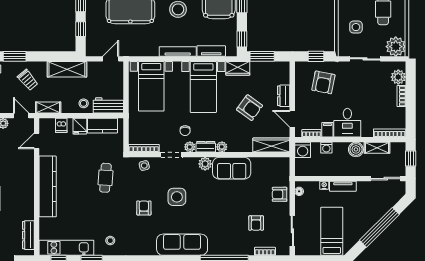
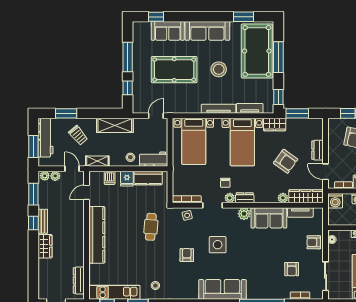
plant: (222, 147) -> (283, 198), moved
tv unit: (265, 162) -> (300, 212), added

